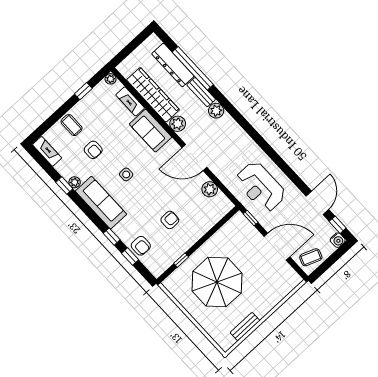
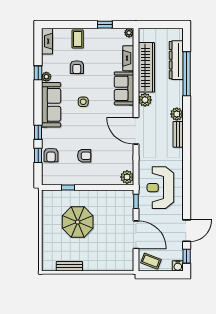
bench: (201, 92) -> (178, 134), moved
plant: (210, 189) -> (127, 177), moved
parasol: (217, 282) -> (78, 222), width x0.73, depth x0.73

